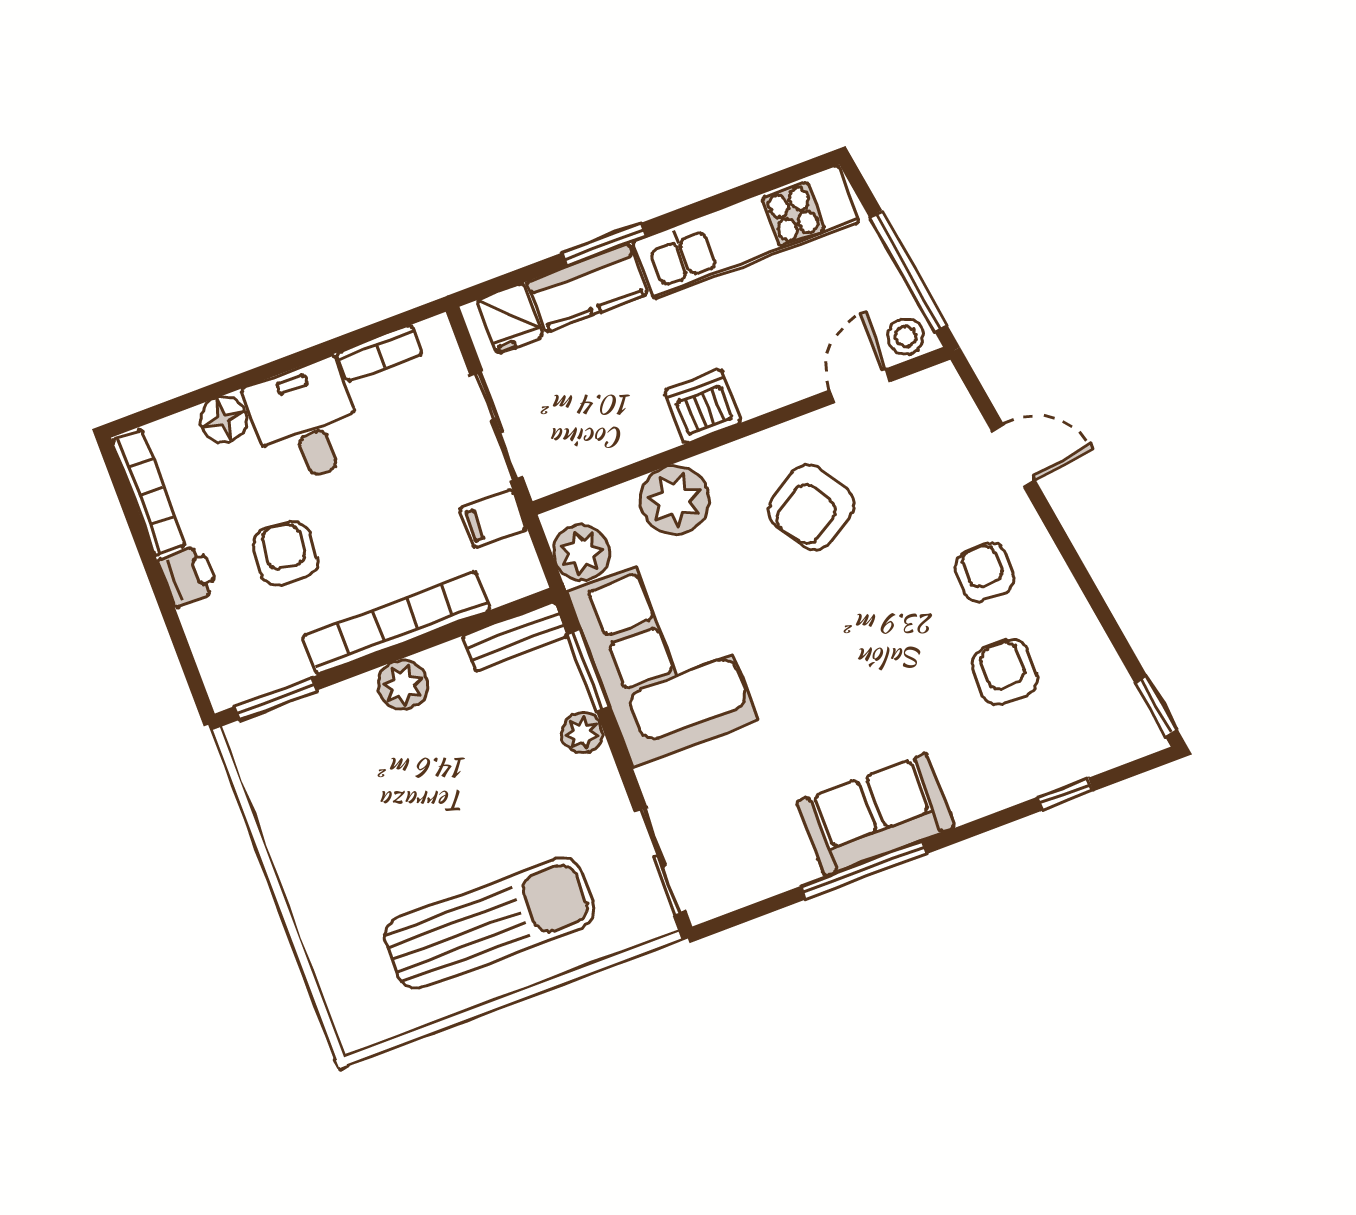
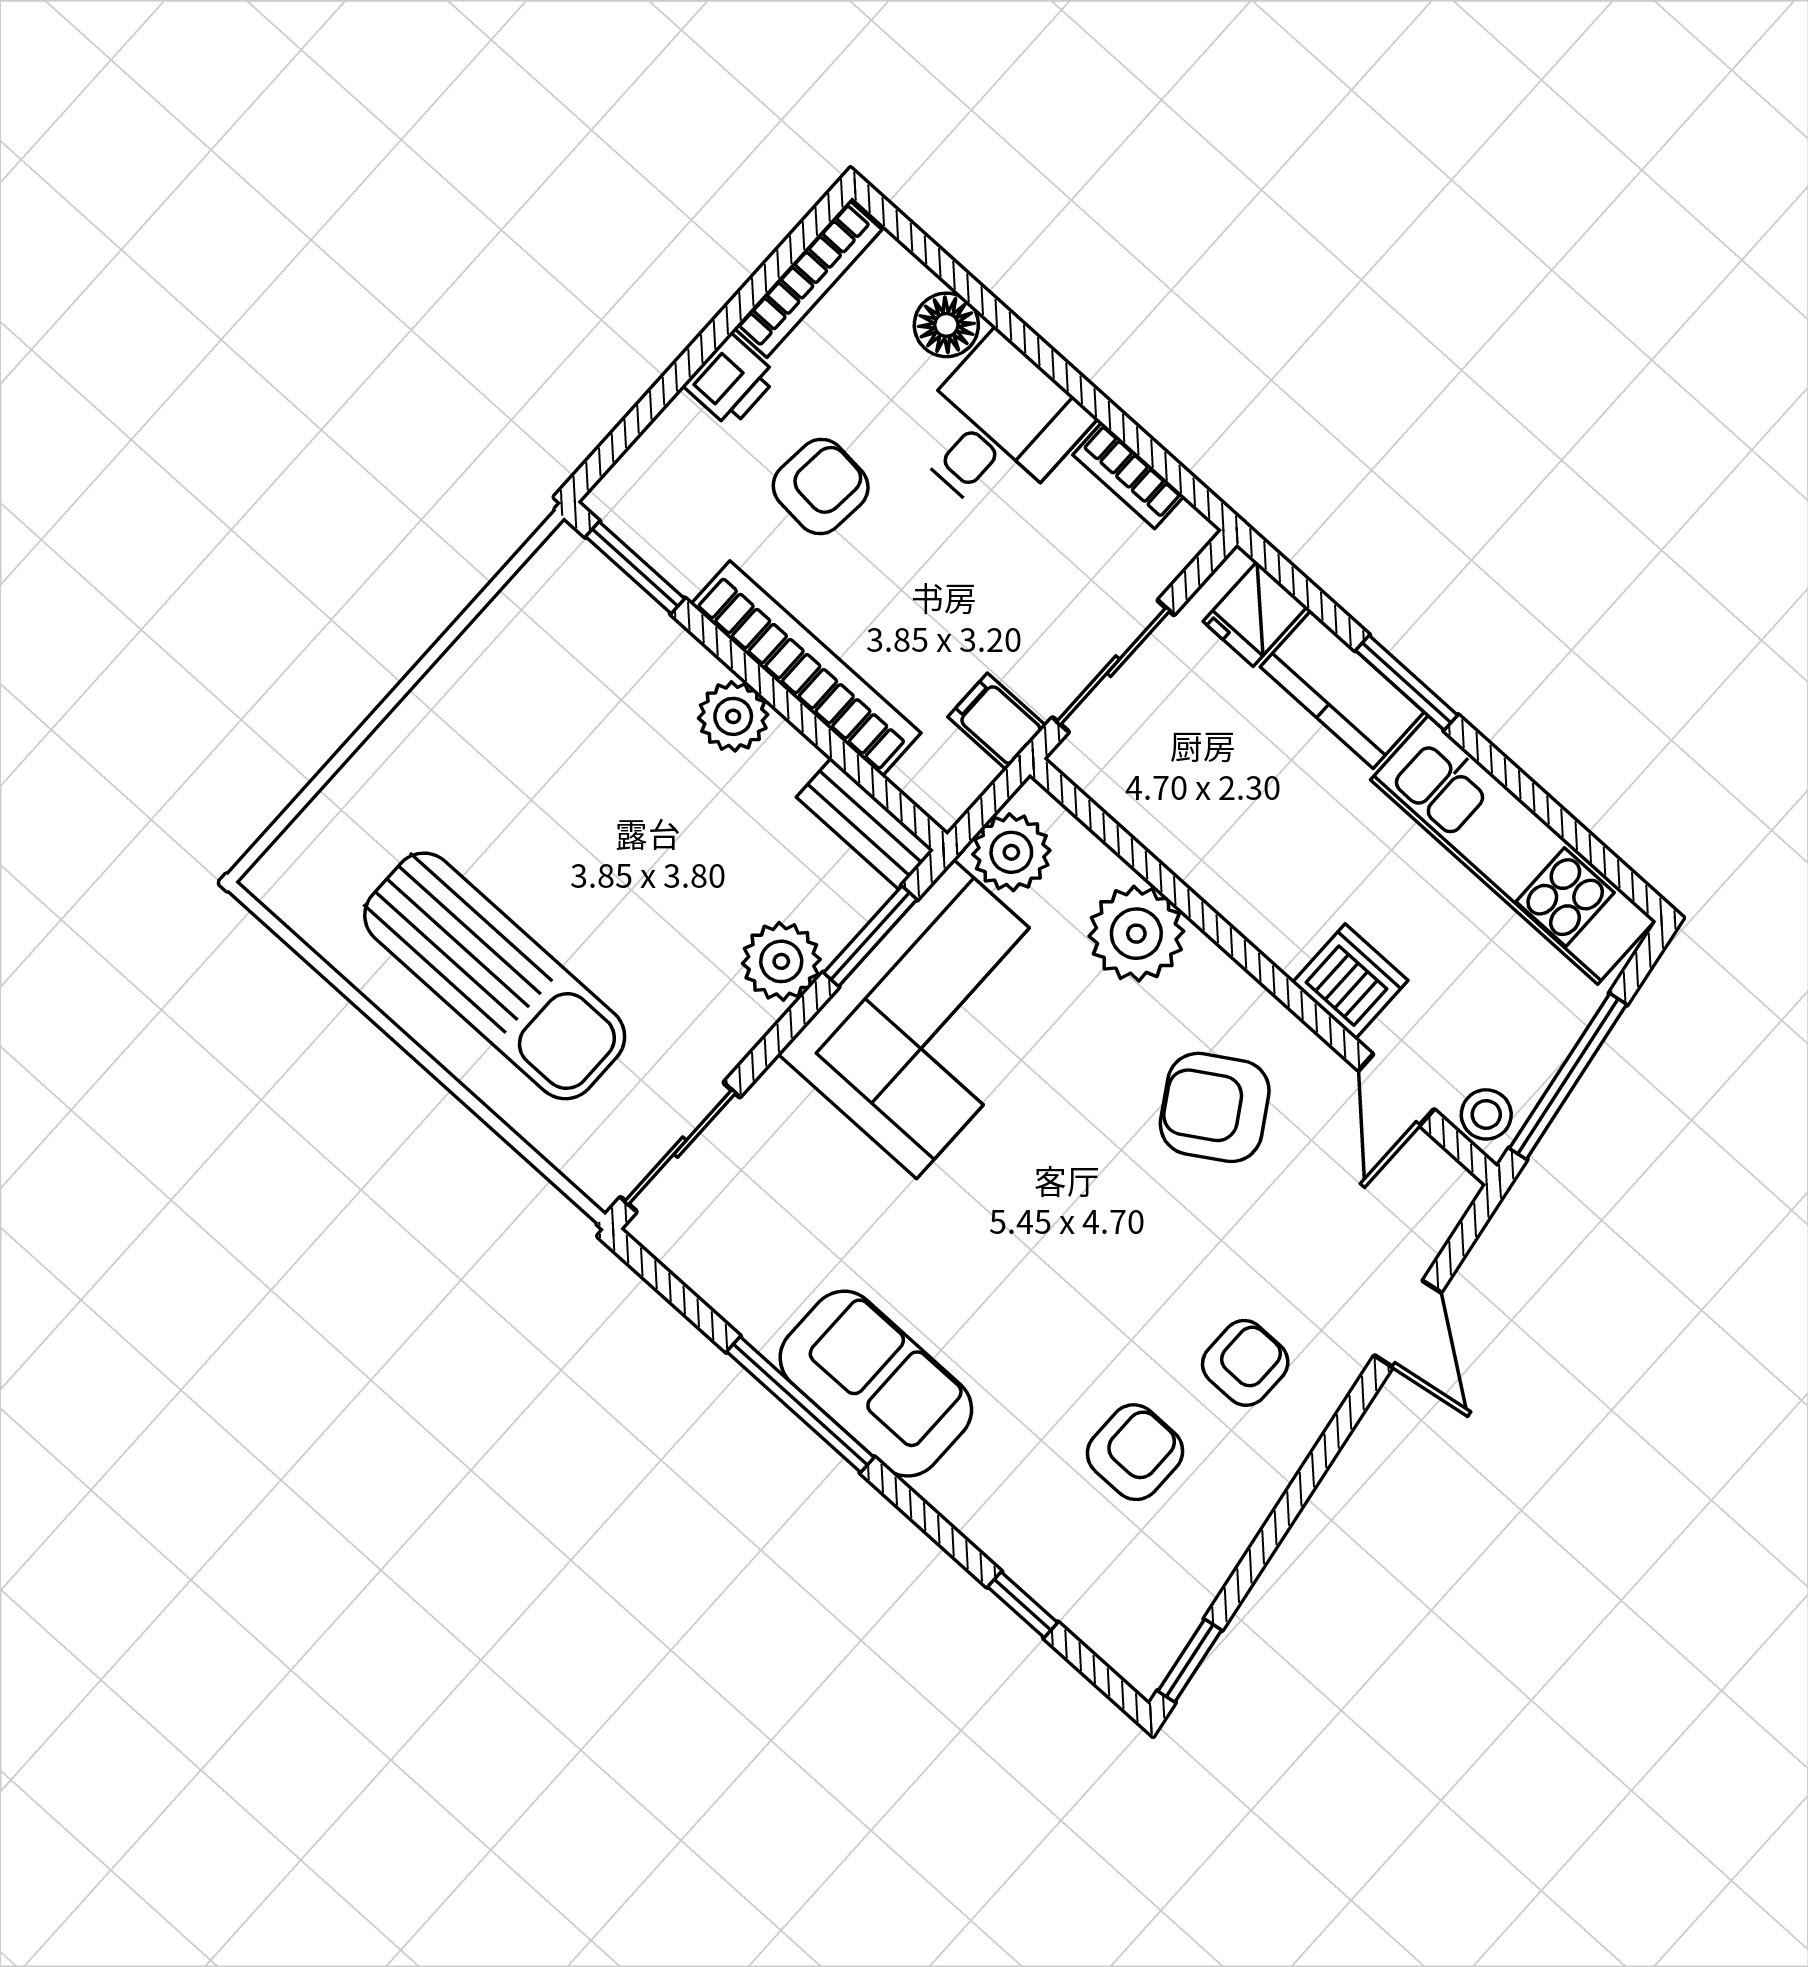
door: (860, 386) -> (1396, 1090), swing flipped
dishwasher: (703, 407) -> (1350, 982), moved
plant: (582, 733) -> (781, 961), width x1.38, depth x1.38

